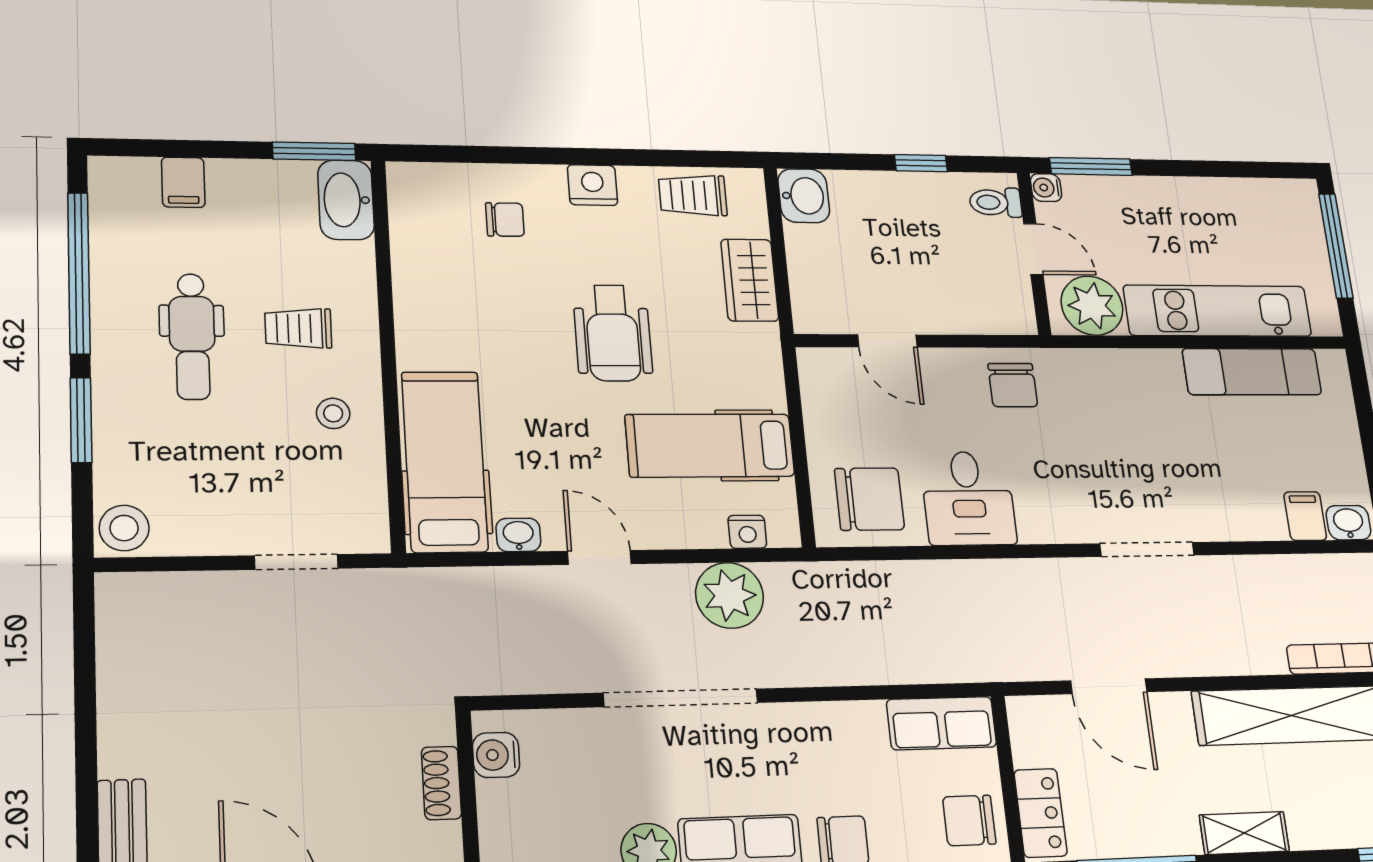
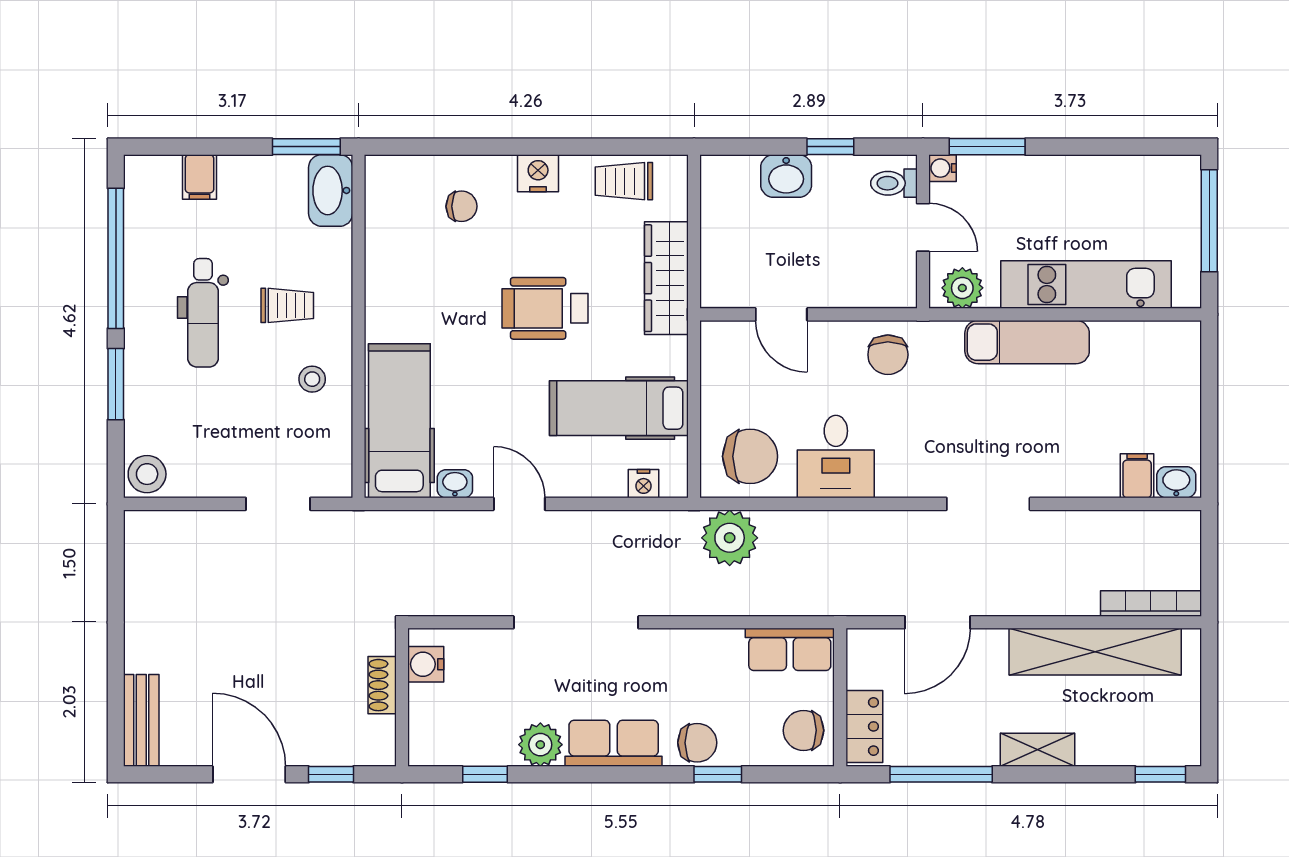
washbasin: (804, 196) -> (786, 176), moved, turned 90
wardrobe: (750, 280) -> (666, 278), width x1.50
plant: (1092, 306) -> (962, 288), width x0.73, depth x0.73
trolley: (298, 328) -> (287, 305), turned 180
wheelchair: (613, 333) -> (545, 308), turned 90
exam couch: (1252, 372) -> (1027, 342), moved
plant: (730, 595) -> (730, 538), moved
door: (1109, 686) -> (937, 622), hinge flipped

